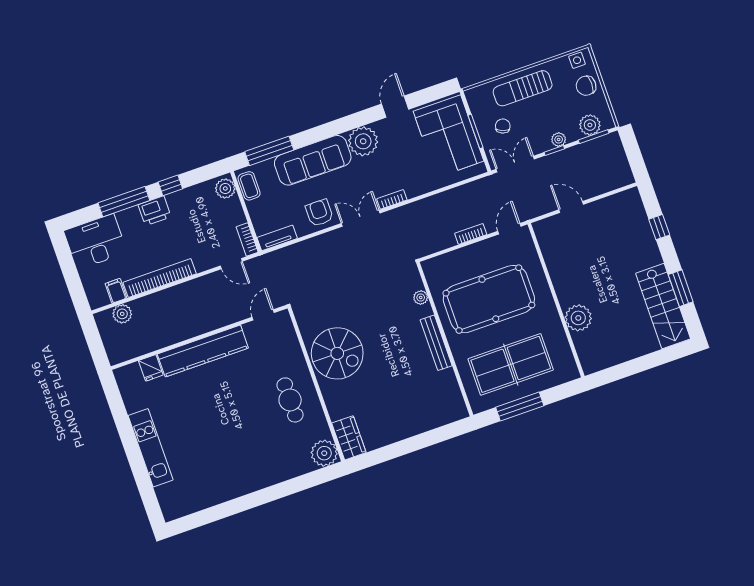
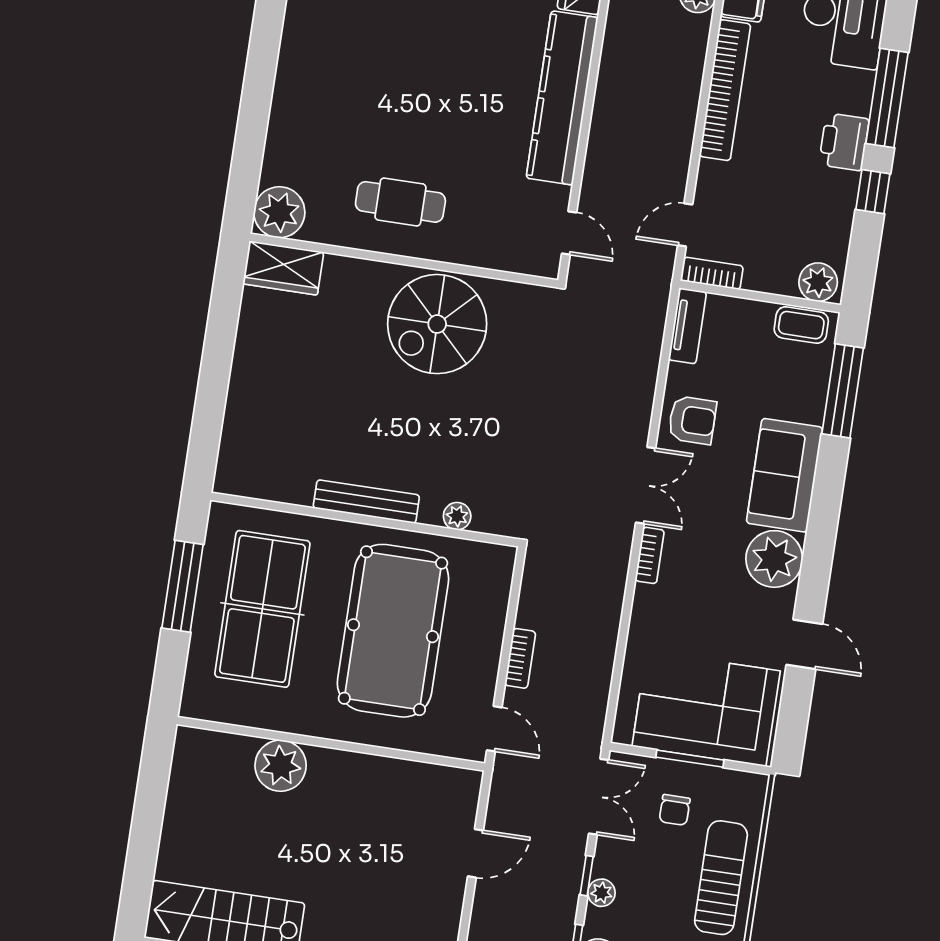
chair: (503, 126) -> (675, 810), turned 68
sofa: (313, 160) -> (785, 475), width x0.73

